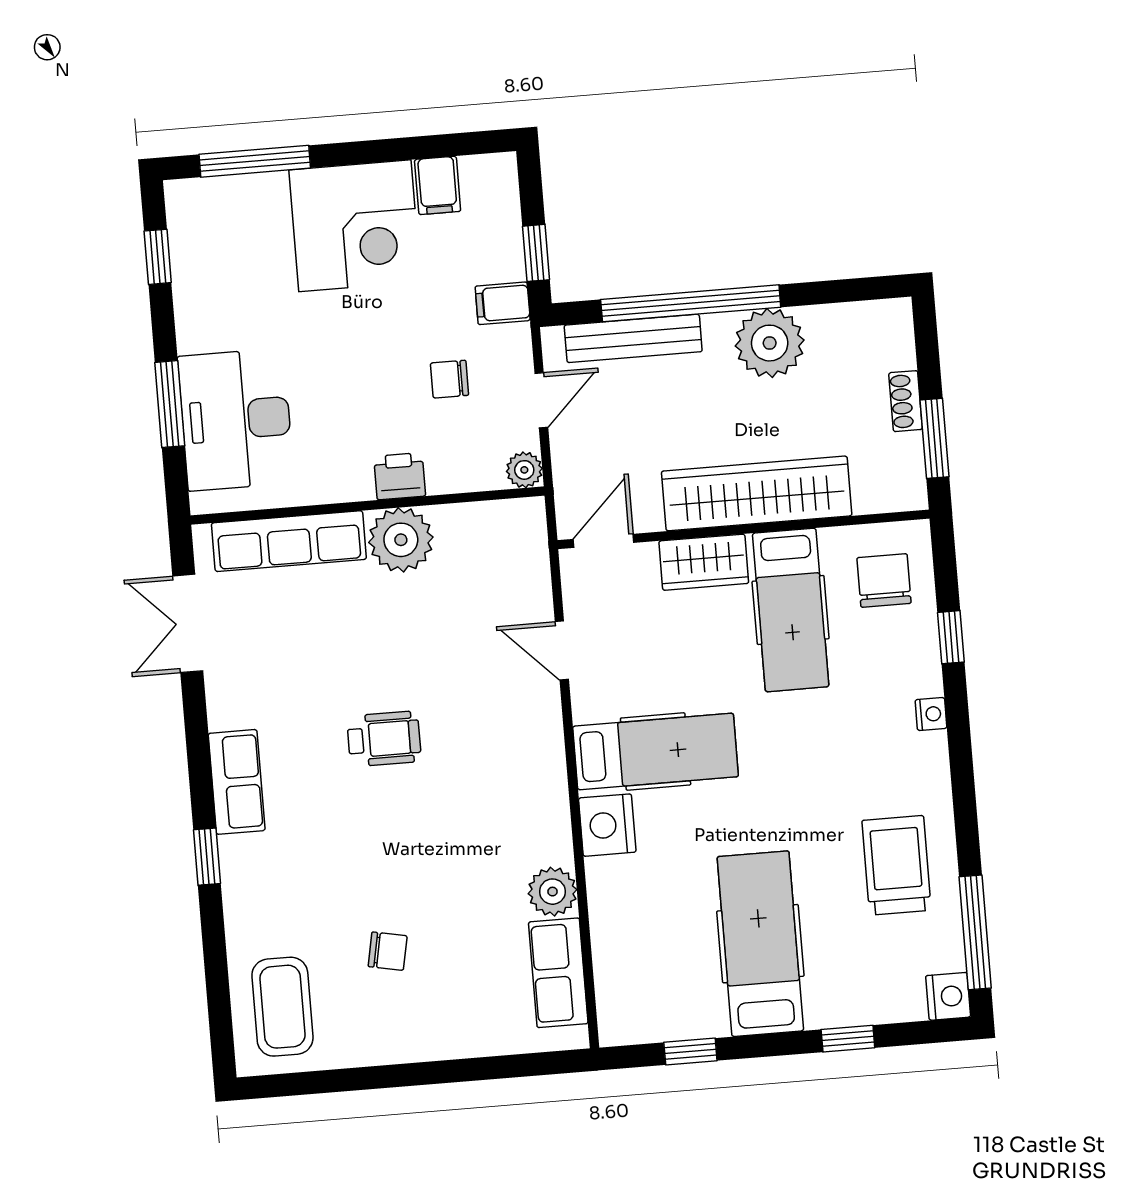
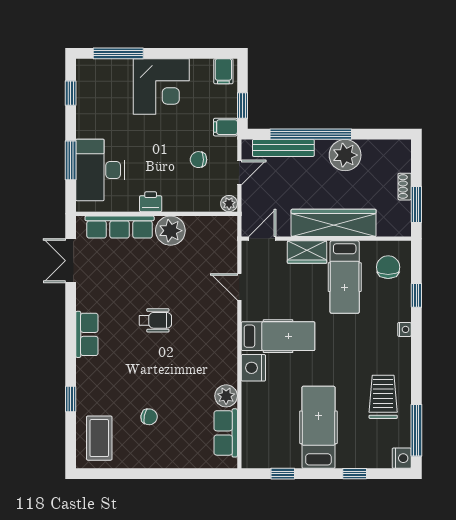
filing cabinet: (438, 185) -> (223, 71), moved
printer: (400, 476) -> (151, 202), moved
window: (207, 857) -> (71, 399), moved

